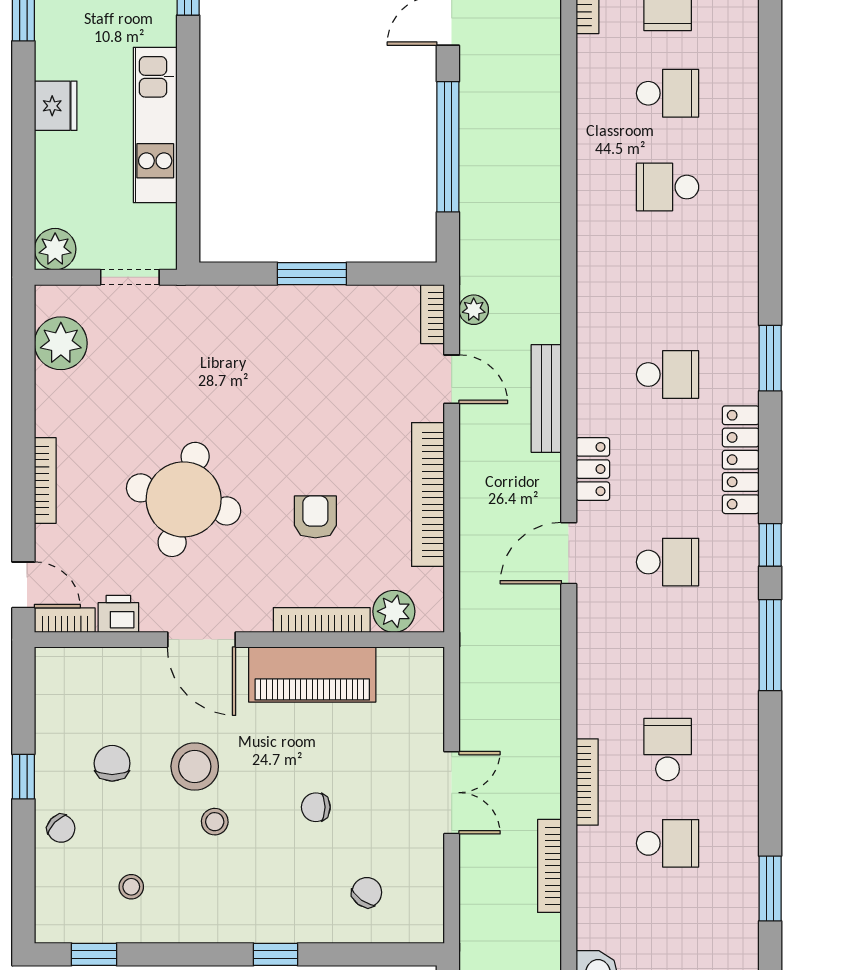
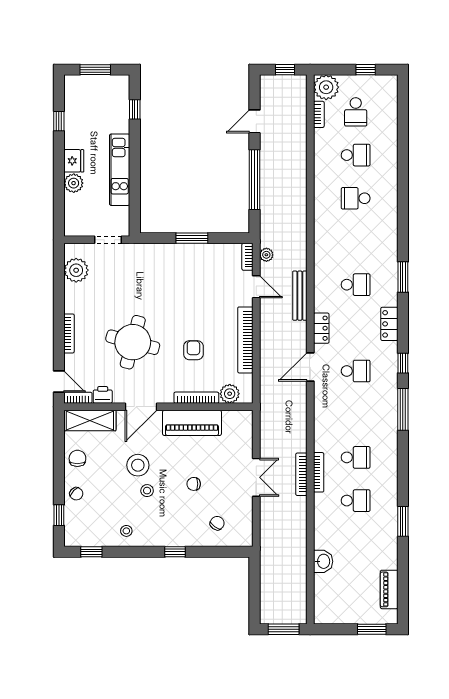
plant: (55, 249) -> (74, 183), moved
locker: (741, 460) -> (389, 324), width x0.66
door: (202, 640) -> (141, 407), hinge flipped
shelving: (91, 669) -> (90, 420), added
school desk: (668, 750) -> (356, 457), turned 90
chair: (112, 763) -> (77, 458), moved
window: (23, 777) -> (59, 515), moved
bookcase: (550, 866) -> (301, 474), moved
stool: (131, 887) -> (126, 531), moved

